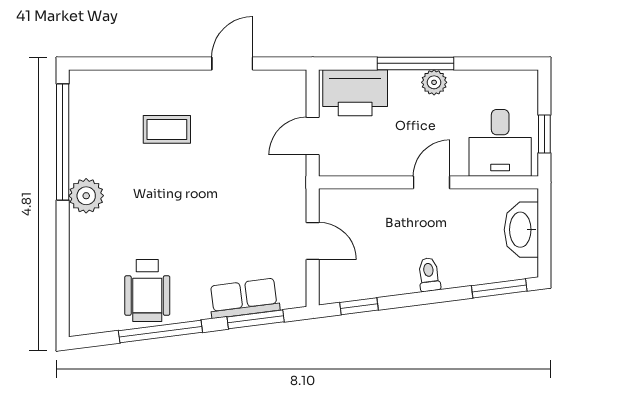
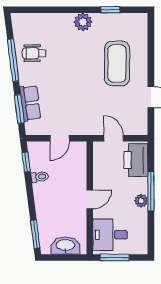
coffee table: (167, 129) -> (117, 63), width x1.86, depth x1.72
window: (544, 134) -> (115, 257), width x1.50
window: (63, 142) -> (111, 10), width x0.32
door: (432, 182) -> (90, 199), hinge flipped
toilet: (429, 274) -> (40, 177), moved
wheelchair: (147, 291) -> (34, 53), width x0.73, depth x0.73

